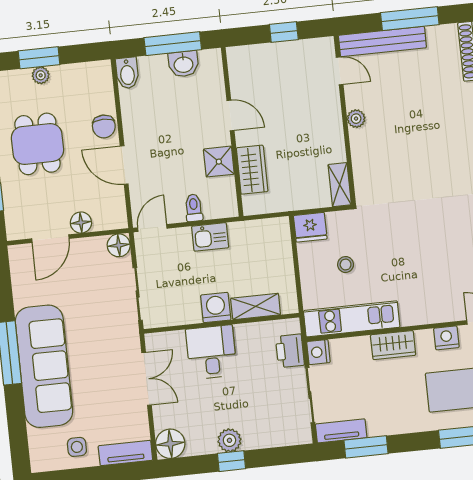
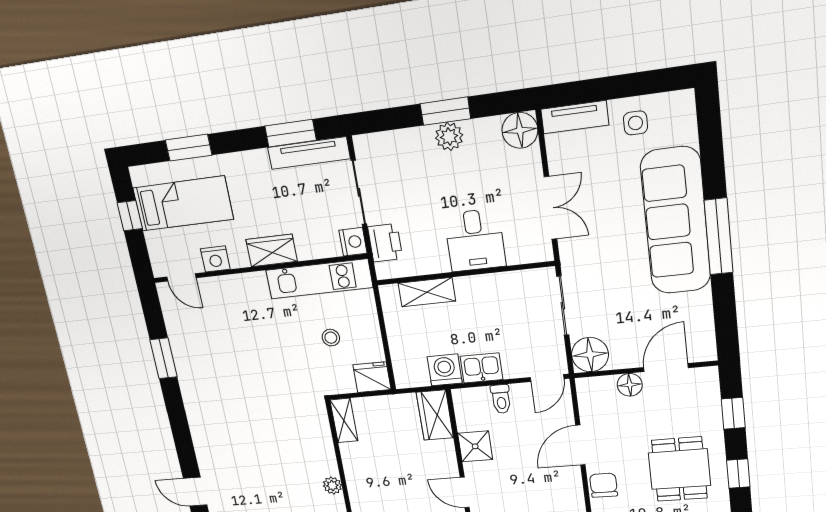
door: (124, 165) -> (580, 445), swing flipped
wardrobe: (252, 170) -> (435, 415), moved
floor lamp: (119, 245) -> (590, 355), width x1.38, depth x1.38
washing machine: (216, 308) -> (445, 370), moved, turned 180
double door: (146, 379) -> (550, 208), swing flipped
tv unit: (341, 431) -> (309, 153), width x1.41
window: (232, 461) -> (445, 111), width x1.50

